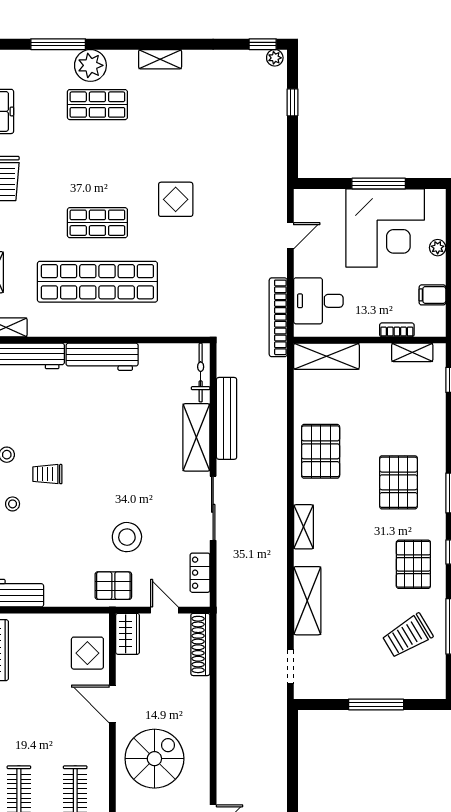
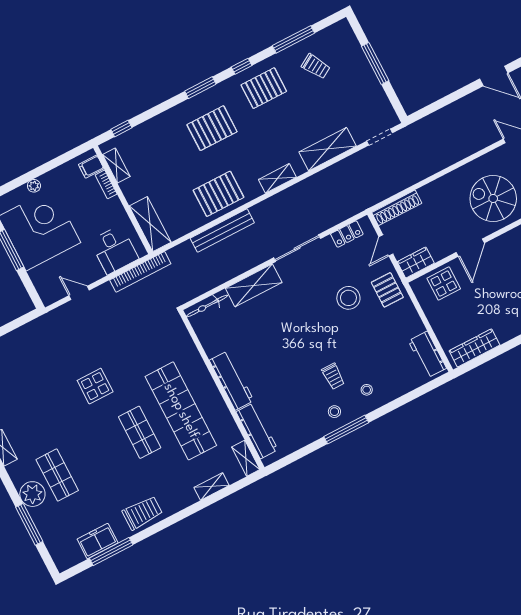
filing cabinet: (432, 295) -> (91, 167), moved, turned 90
bench: (227, 418) -> (222, 230), moved
trolley: (408, 636) -> (316, 66), width x0.73, depth x0.72

